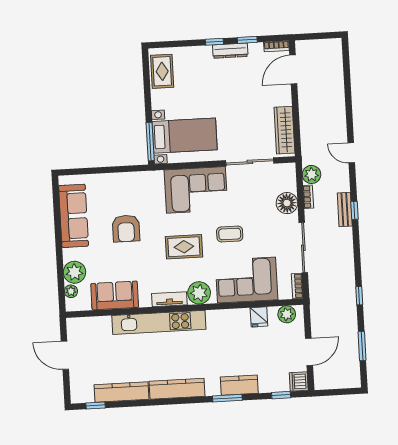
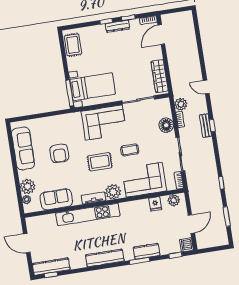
kitchen counter: (122, 392) -> (51, 267), moved

